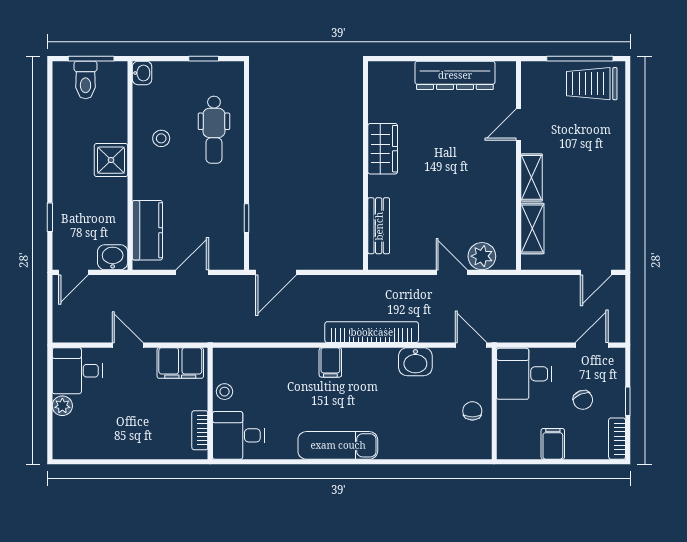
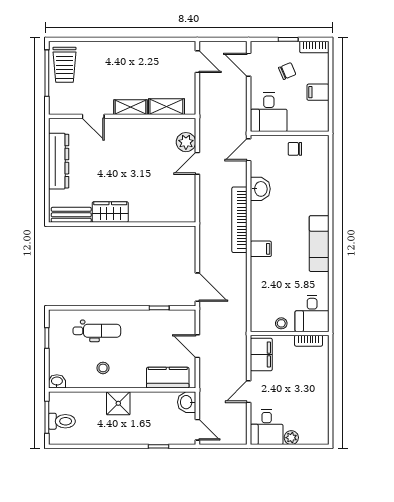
bench: (379, 226) -> (71, 215), moved

